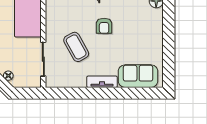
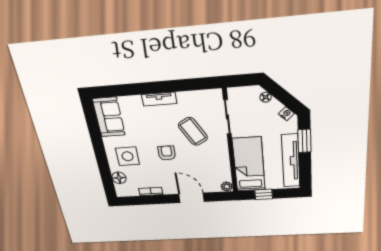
side table: (143, 25) -> (128, 156), added
sofa: (138, 76) -> (109, 117), moved, turned -90

